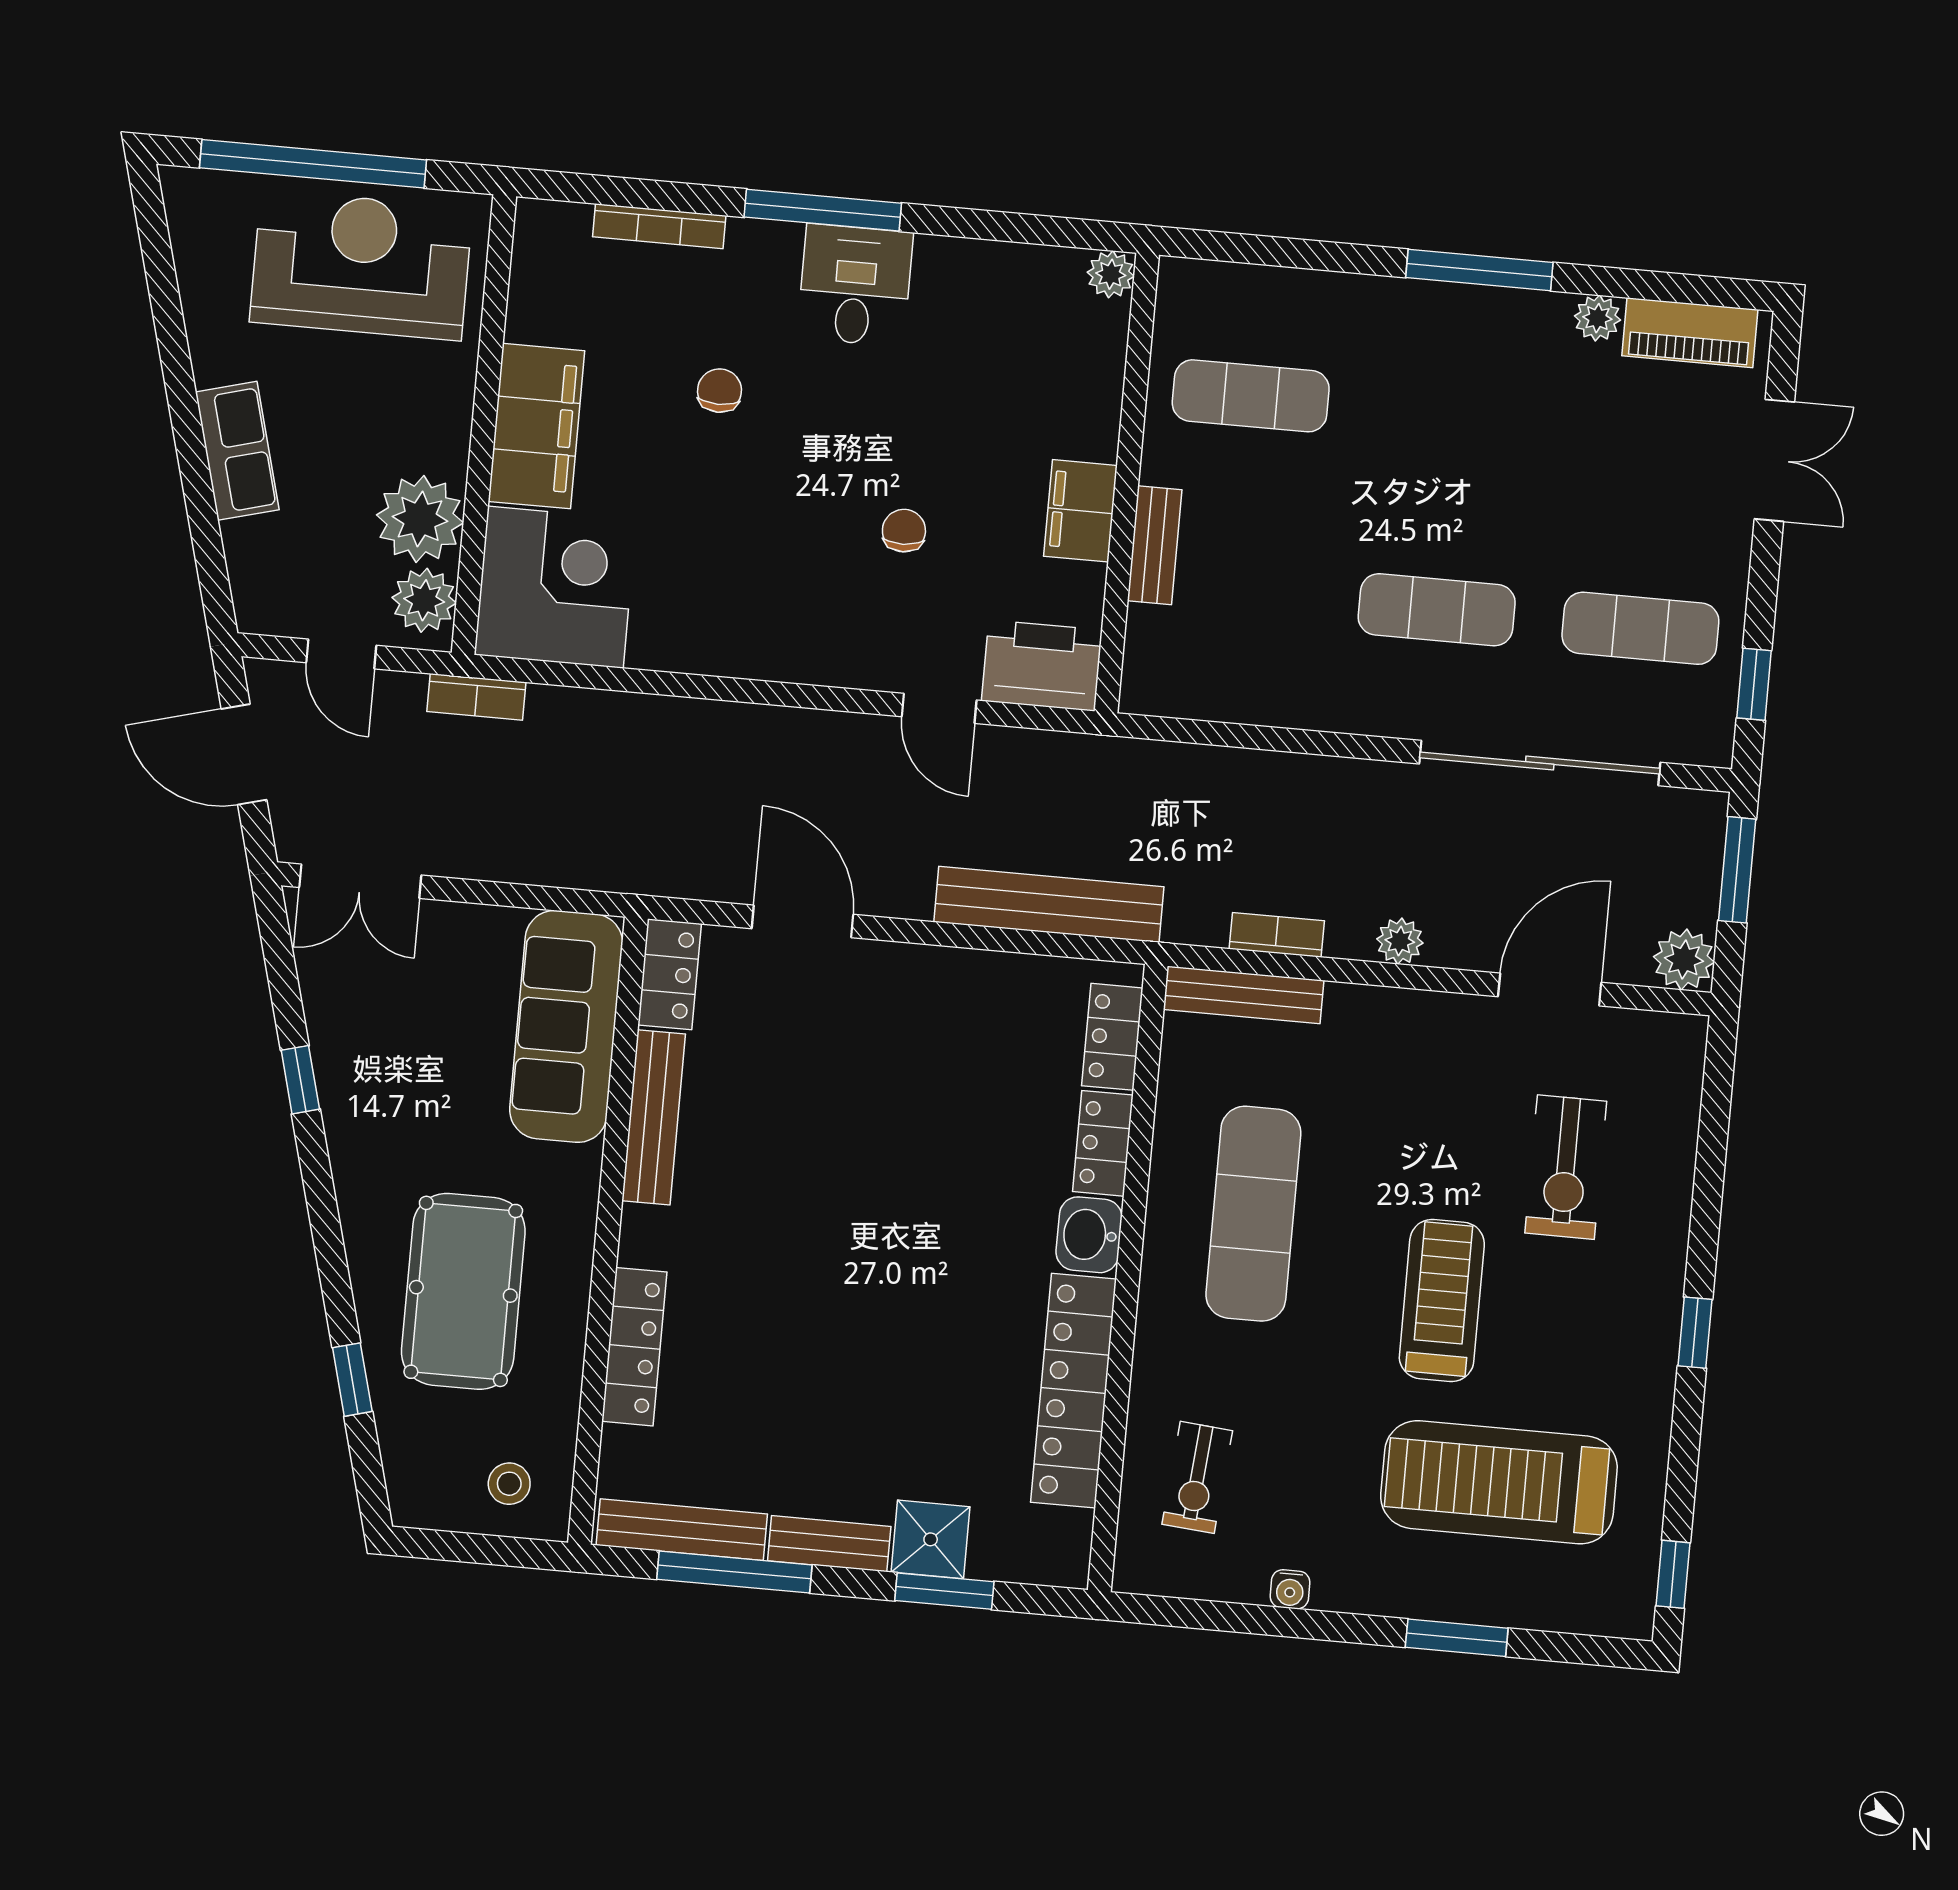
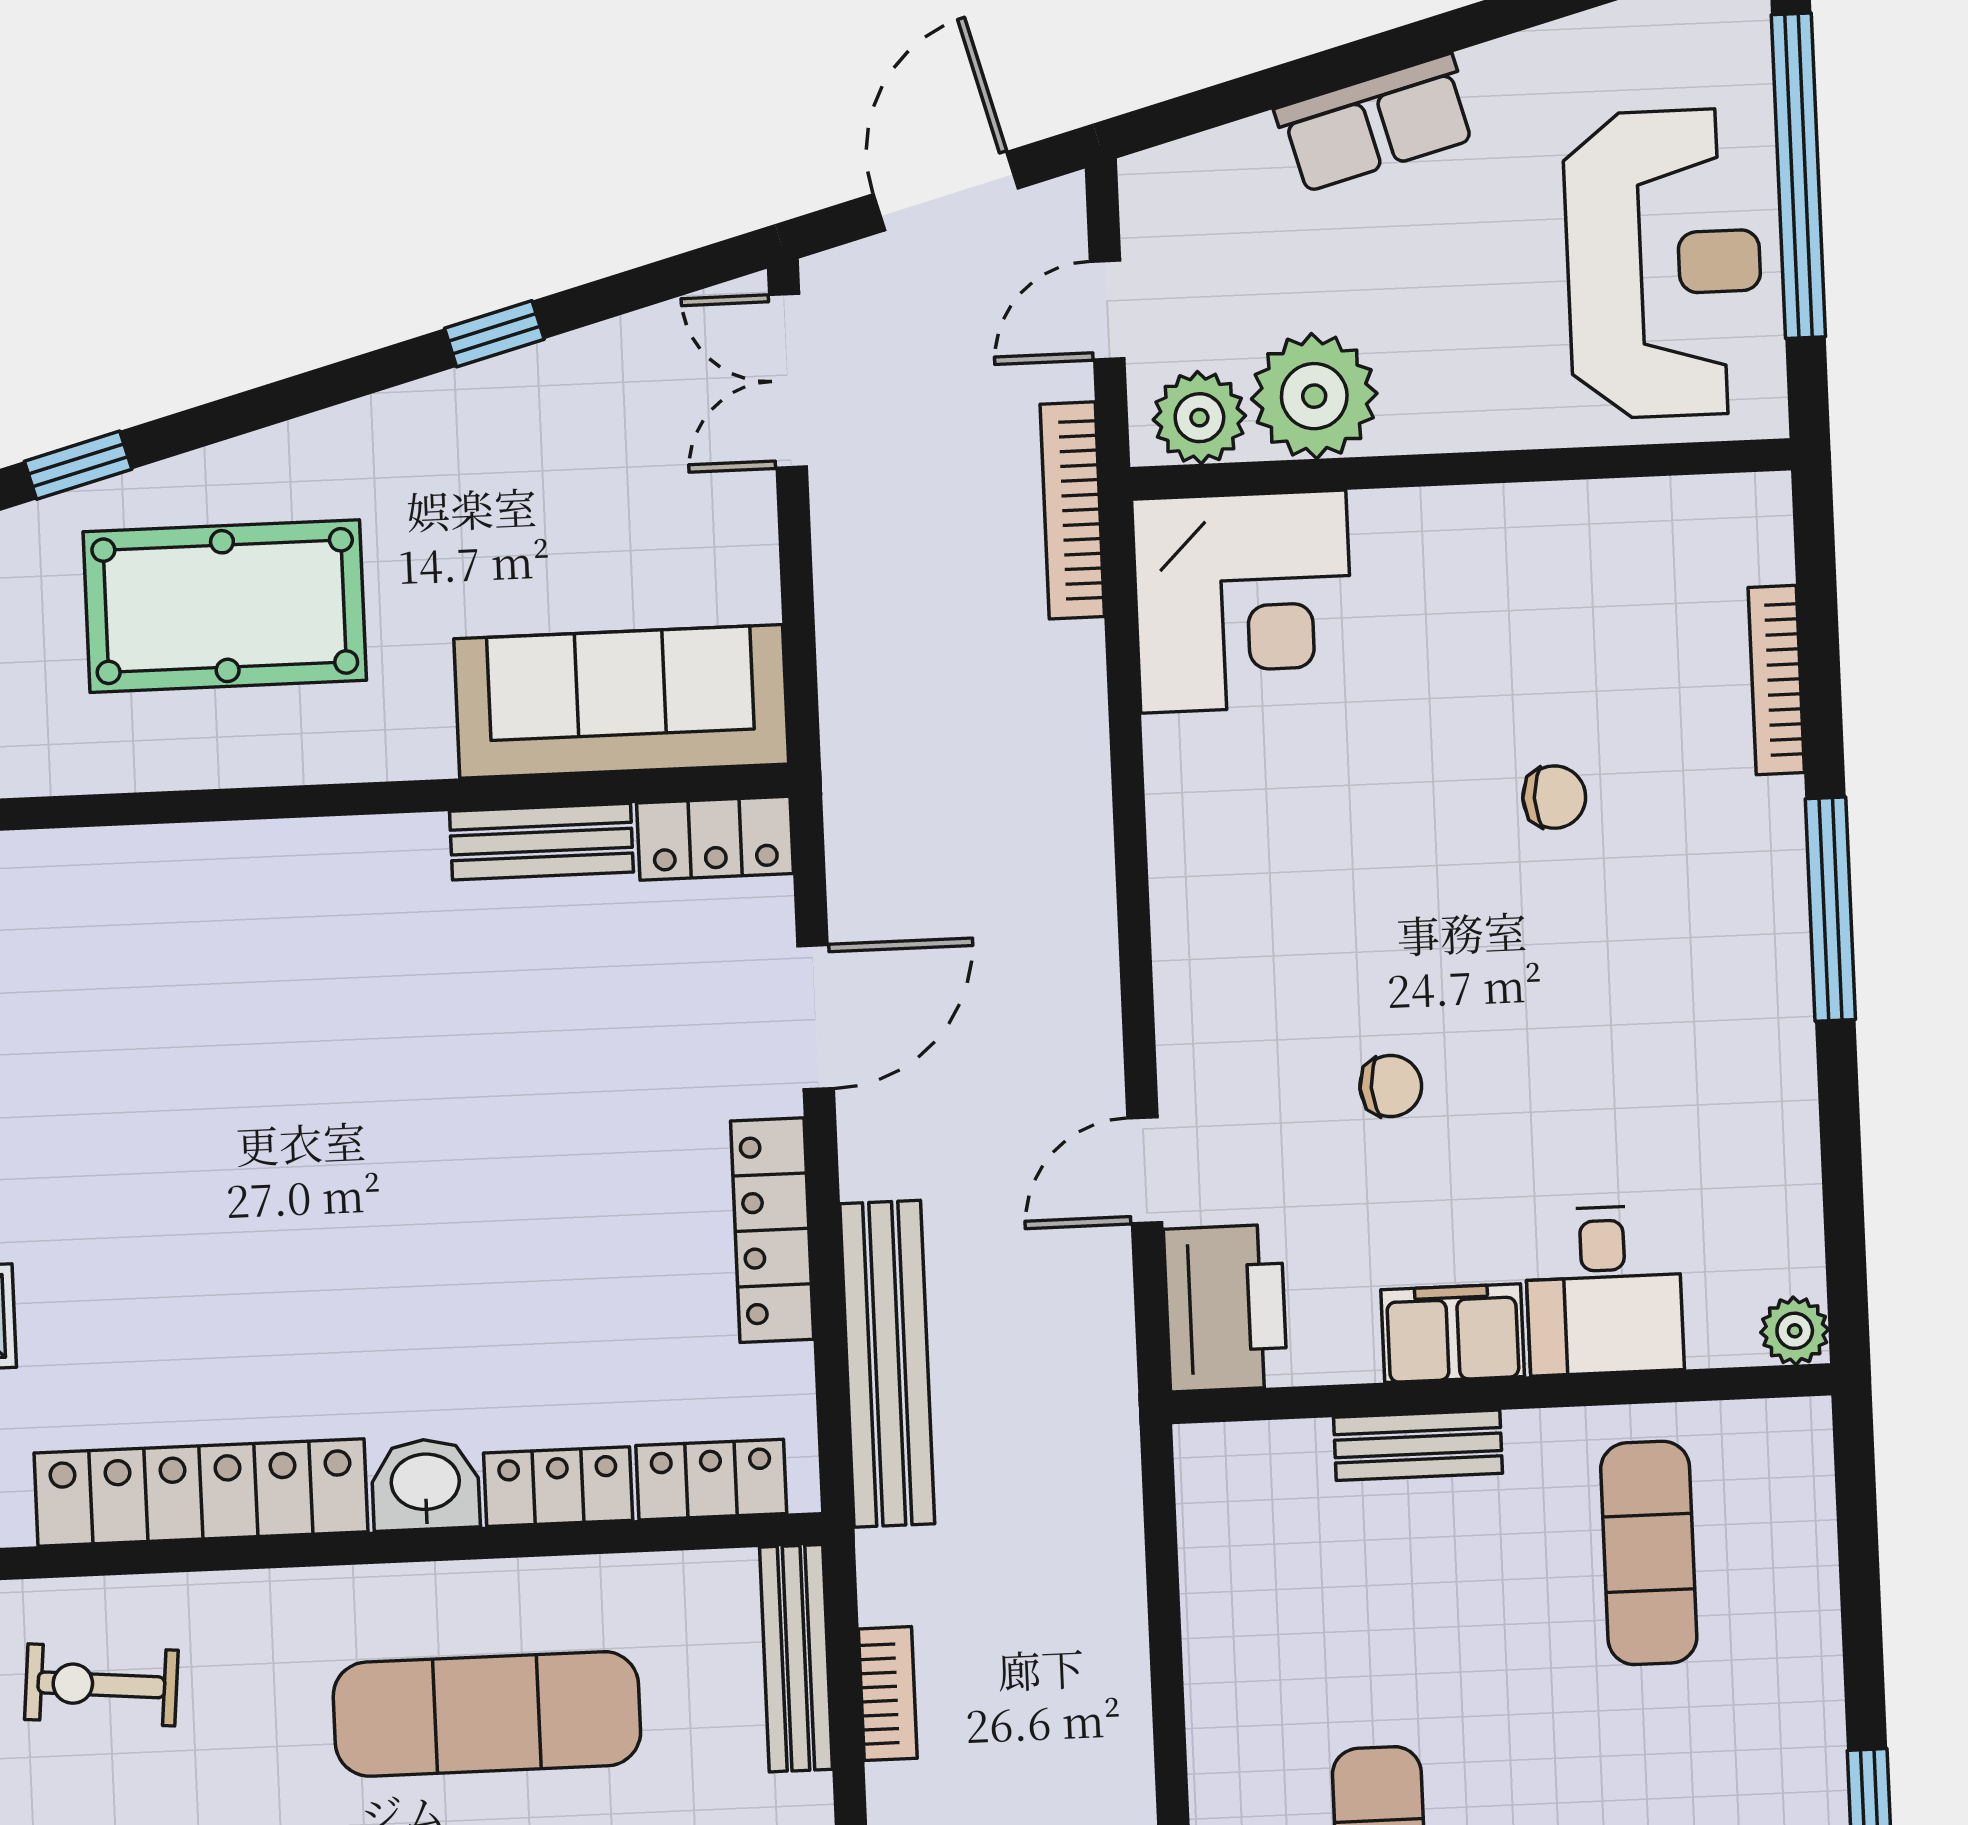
desk: (855, 285) -> (1604, 1290), moved, turned 90
filing cabinet: (536, 426) -> (1469, 544), removed
bookcase: (476, 697) -> (1072, 510), width x1.56
bench: (654, 1117) -> (541, 842), width x0.73
locker: (634, 1347) -> (772, 1230), moved, turned 90

